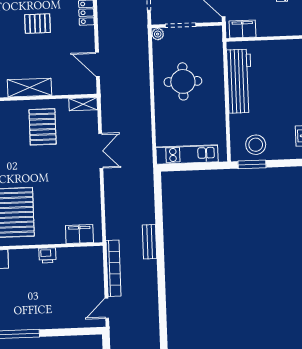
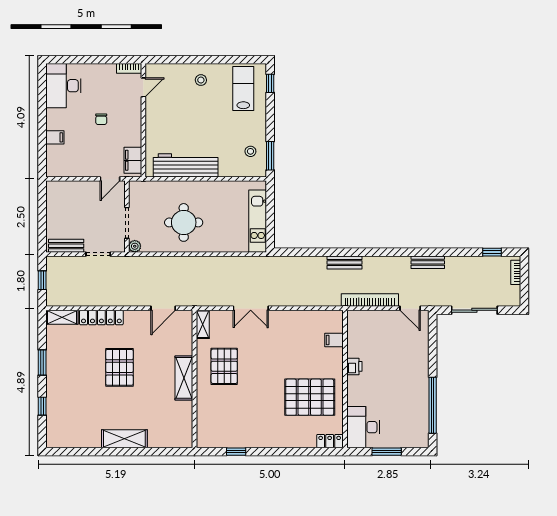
pallet: (37, 24) -> (119, 367), width x1.50, depth x1.42
pallet: (43, 127) -> (224, 366), turned 90
stool: (256, 145) -> (250, 151), width x0.53, depth x0.53
double door: (101, 151) -> (251, 308), swing flipped
filing cabinet: (79, 234) -> (334, 340), width x0.50
bench: (153, 324) -> (428, 262), added

